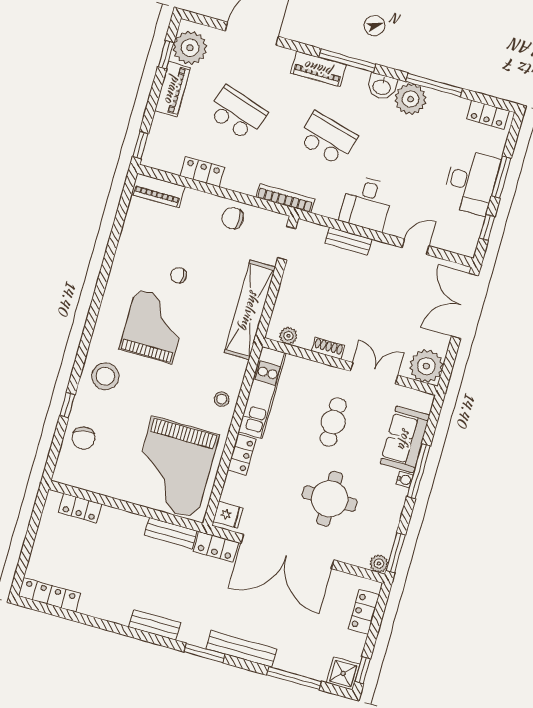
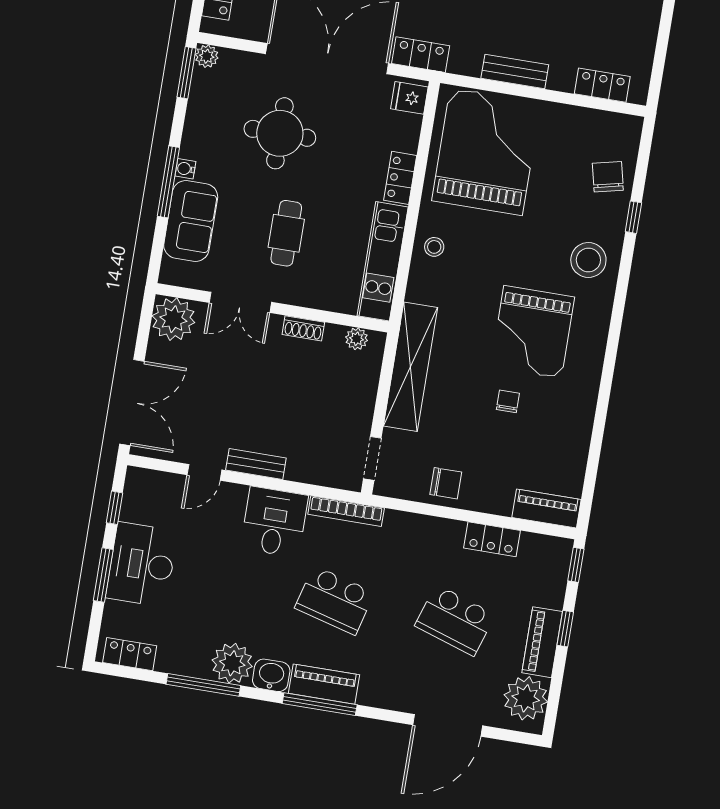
window: (166, 55) -> (565, 629), moved
piano: (319, 69) -> (324, 684), moved
bookcase: (285, 198) -> (346, 511), moved
bench: (348, 241) -> (256, 464), moved
chair: (178, 275) -> (508, 401), turned -90
bench: (171, 533) -> (515, 72), moved

